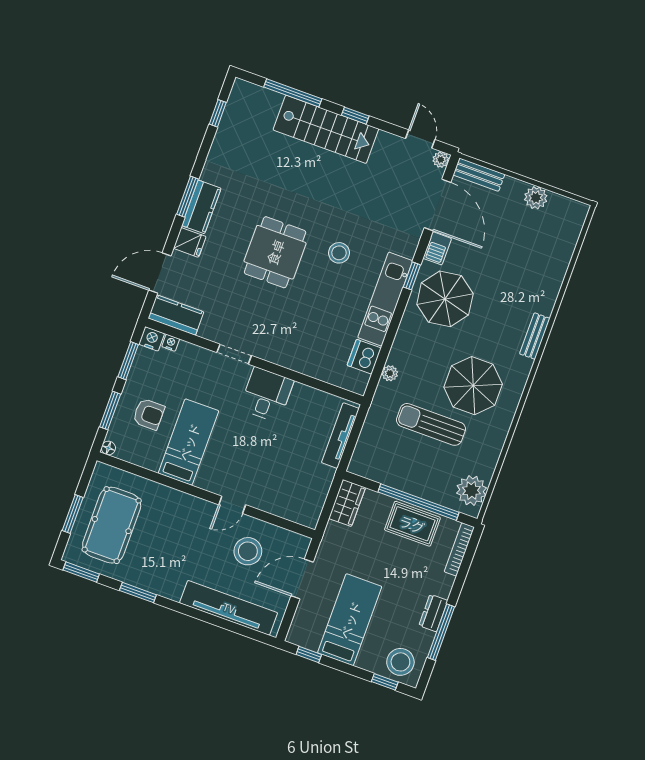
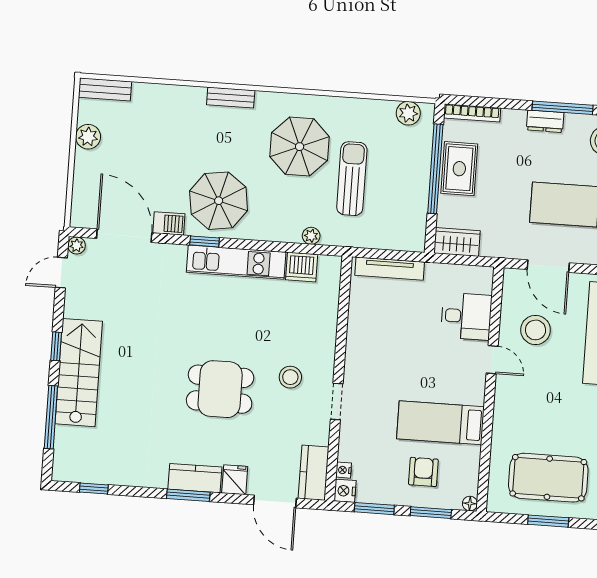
bench: (479, 175) -> (105, 89), moved, turned 90
door: (438, 205) -> (124, 236), hinge flipped
stool: (339, 253) -> (290, 377), moved
desk: (267, 395) -> (466, 316), moved, turned 180
sun lounger: (431, 424) -> (352, 179), turned 180
plant: (472, 491) -> (408, 113), width x0.73, depth x0.73

